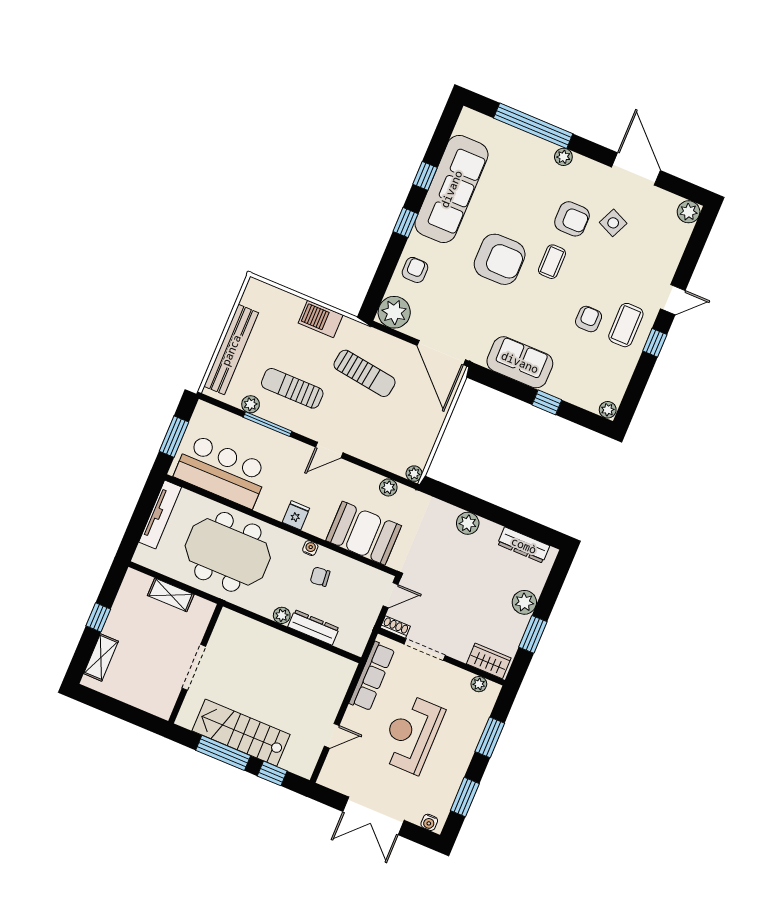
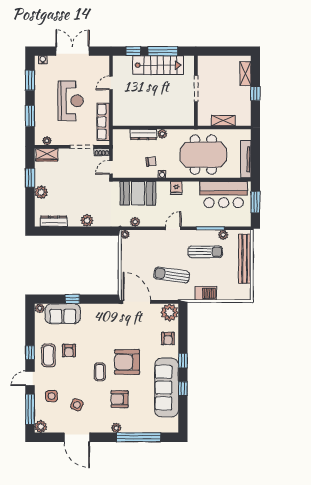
armchair: (572, 219) -> (120, 399), moved
window: (694, 248) -> (30, 409), added
side table: (649, 255) -> (51, 396), added
sofa: (520, 362) -> (63, 314), moved

